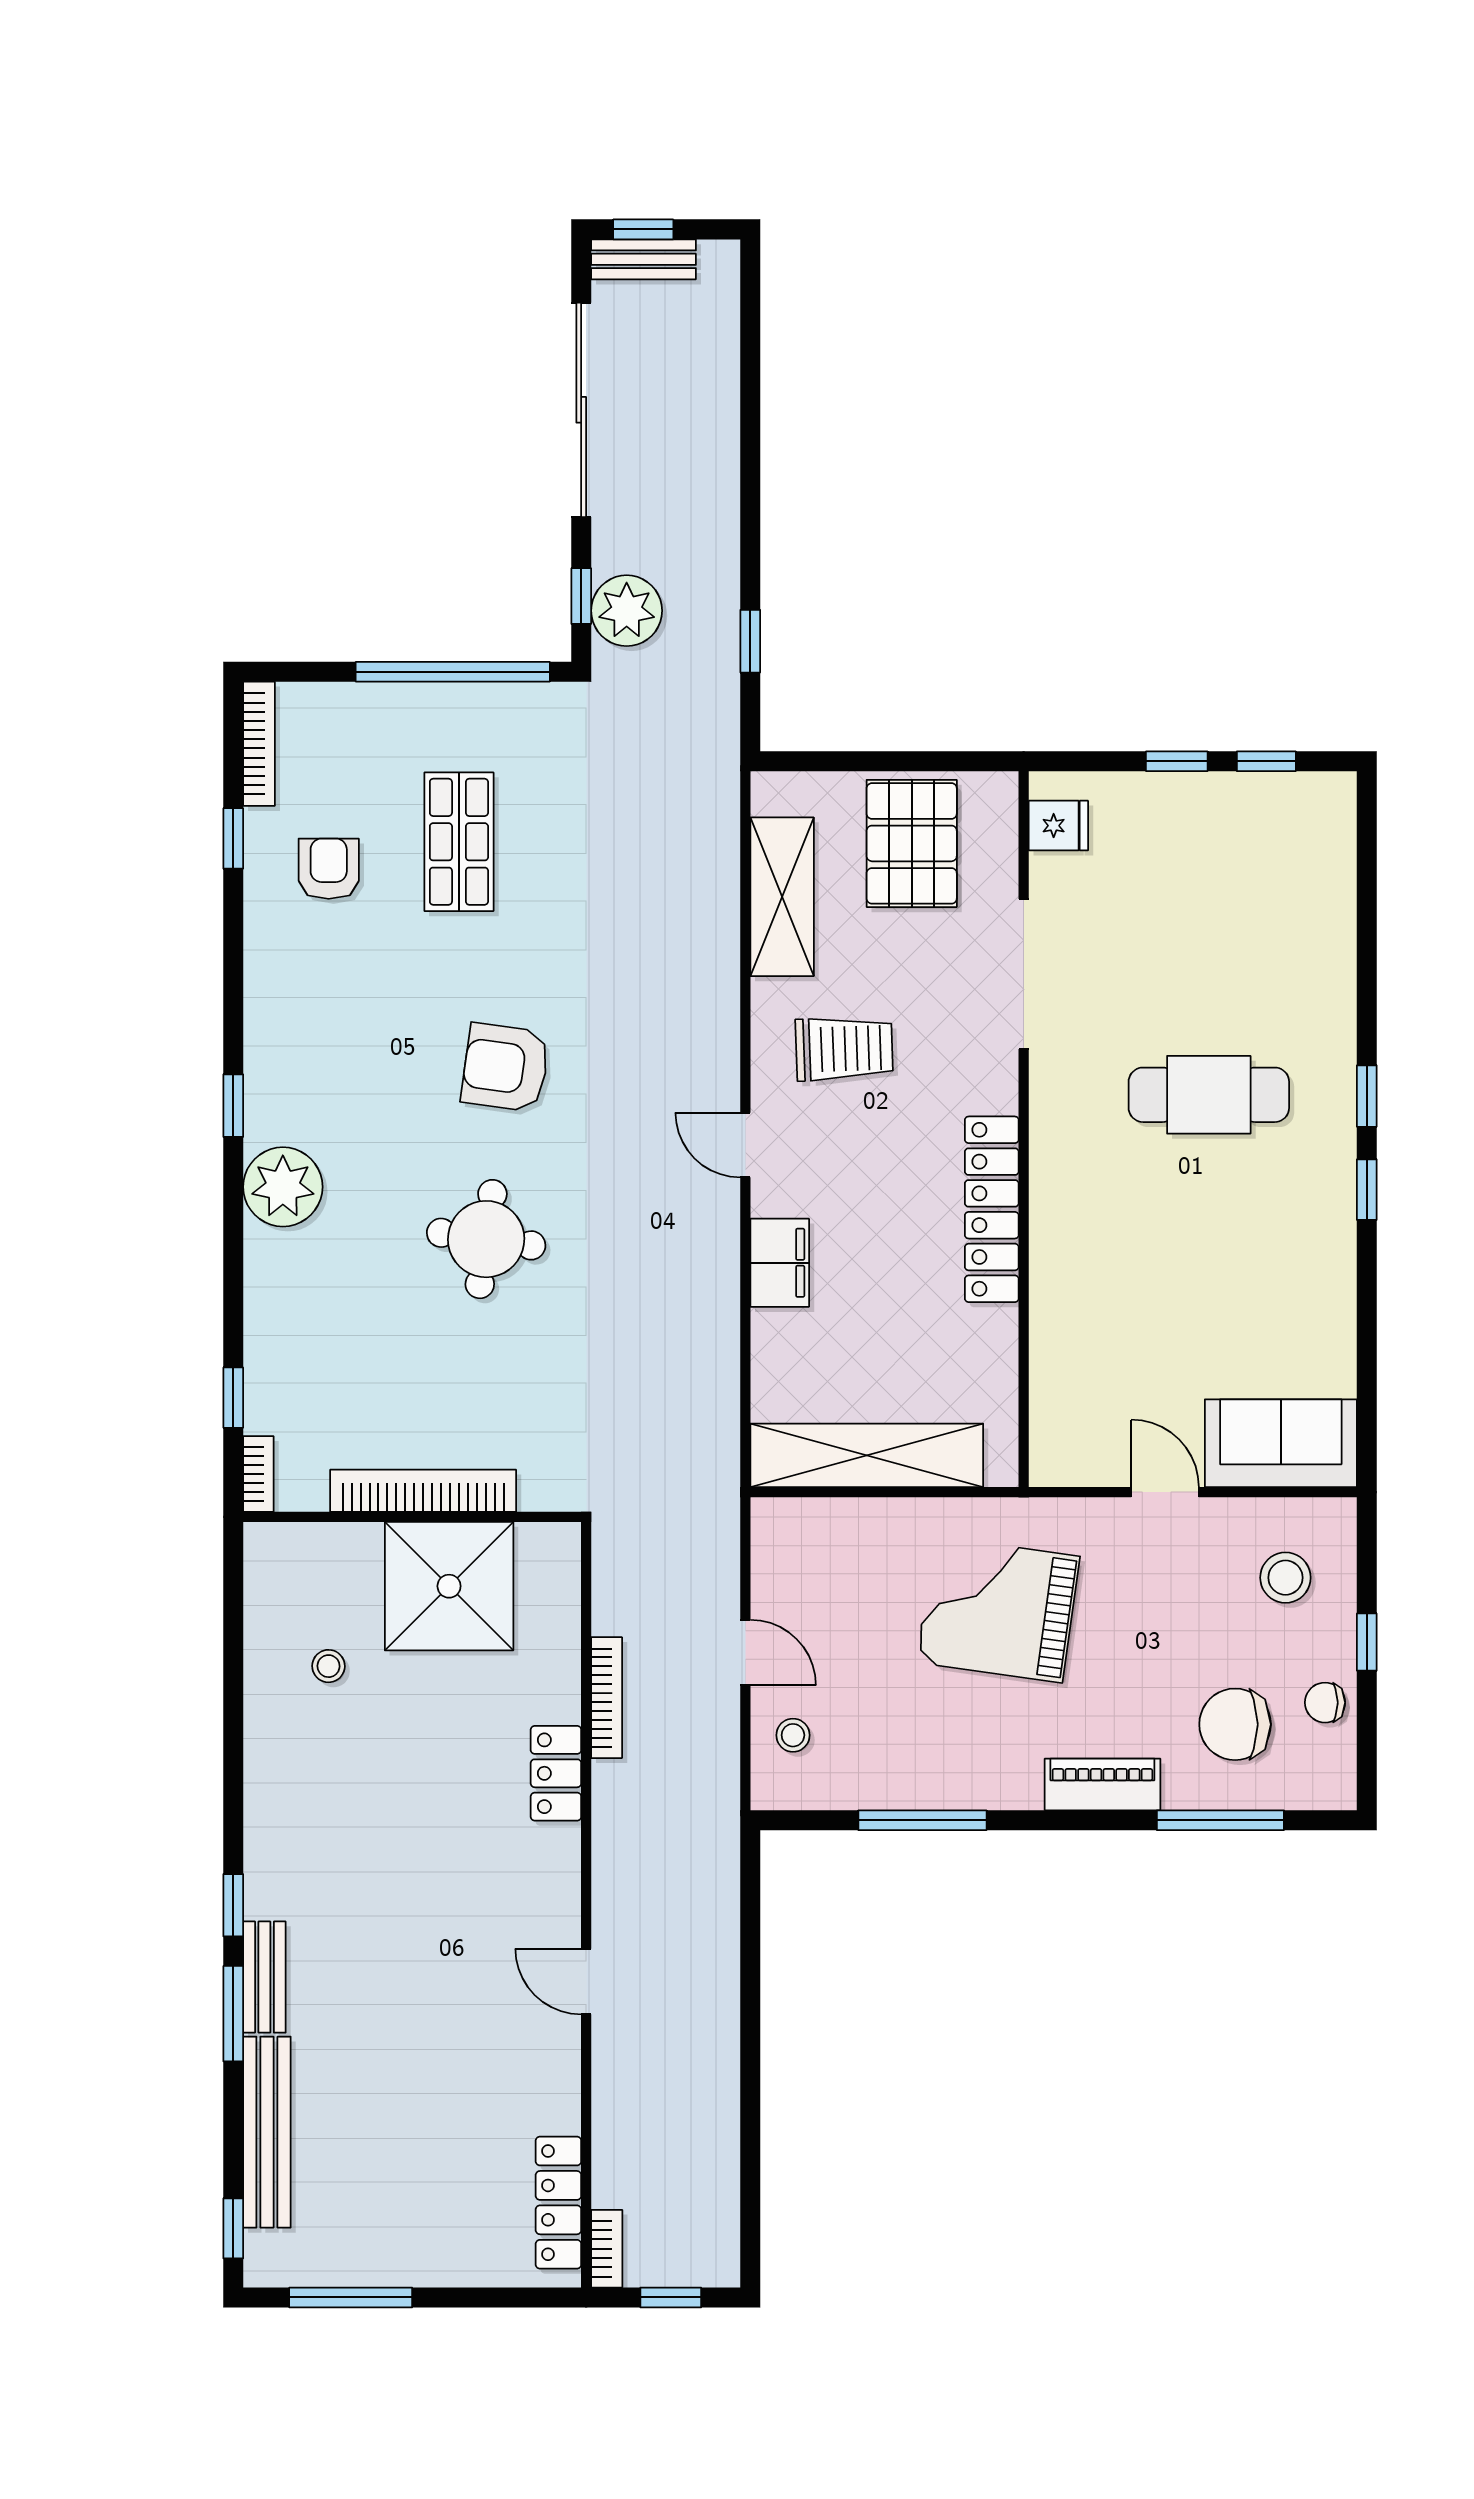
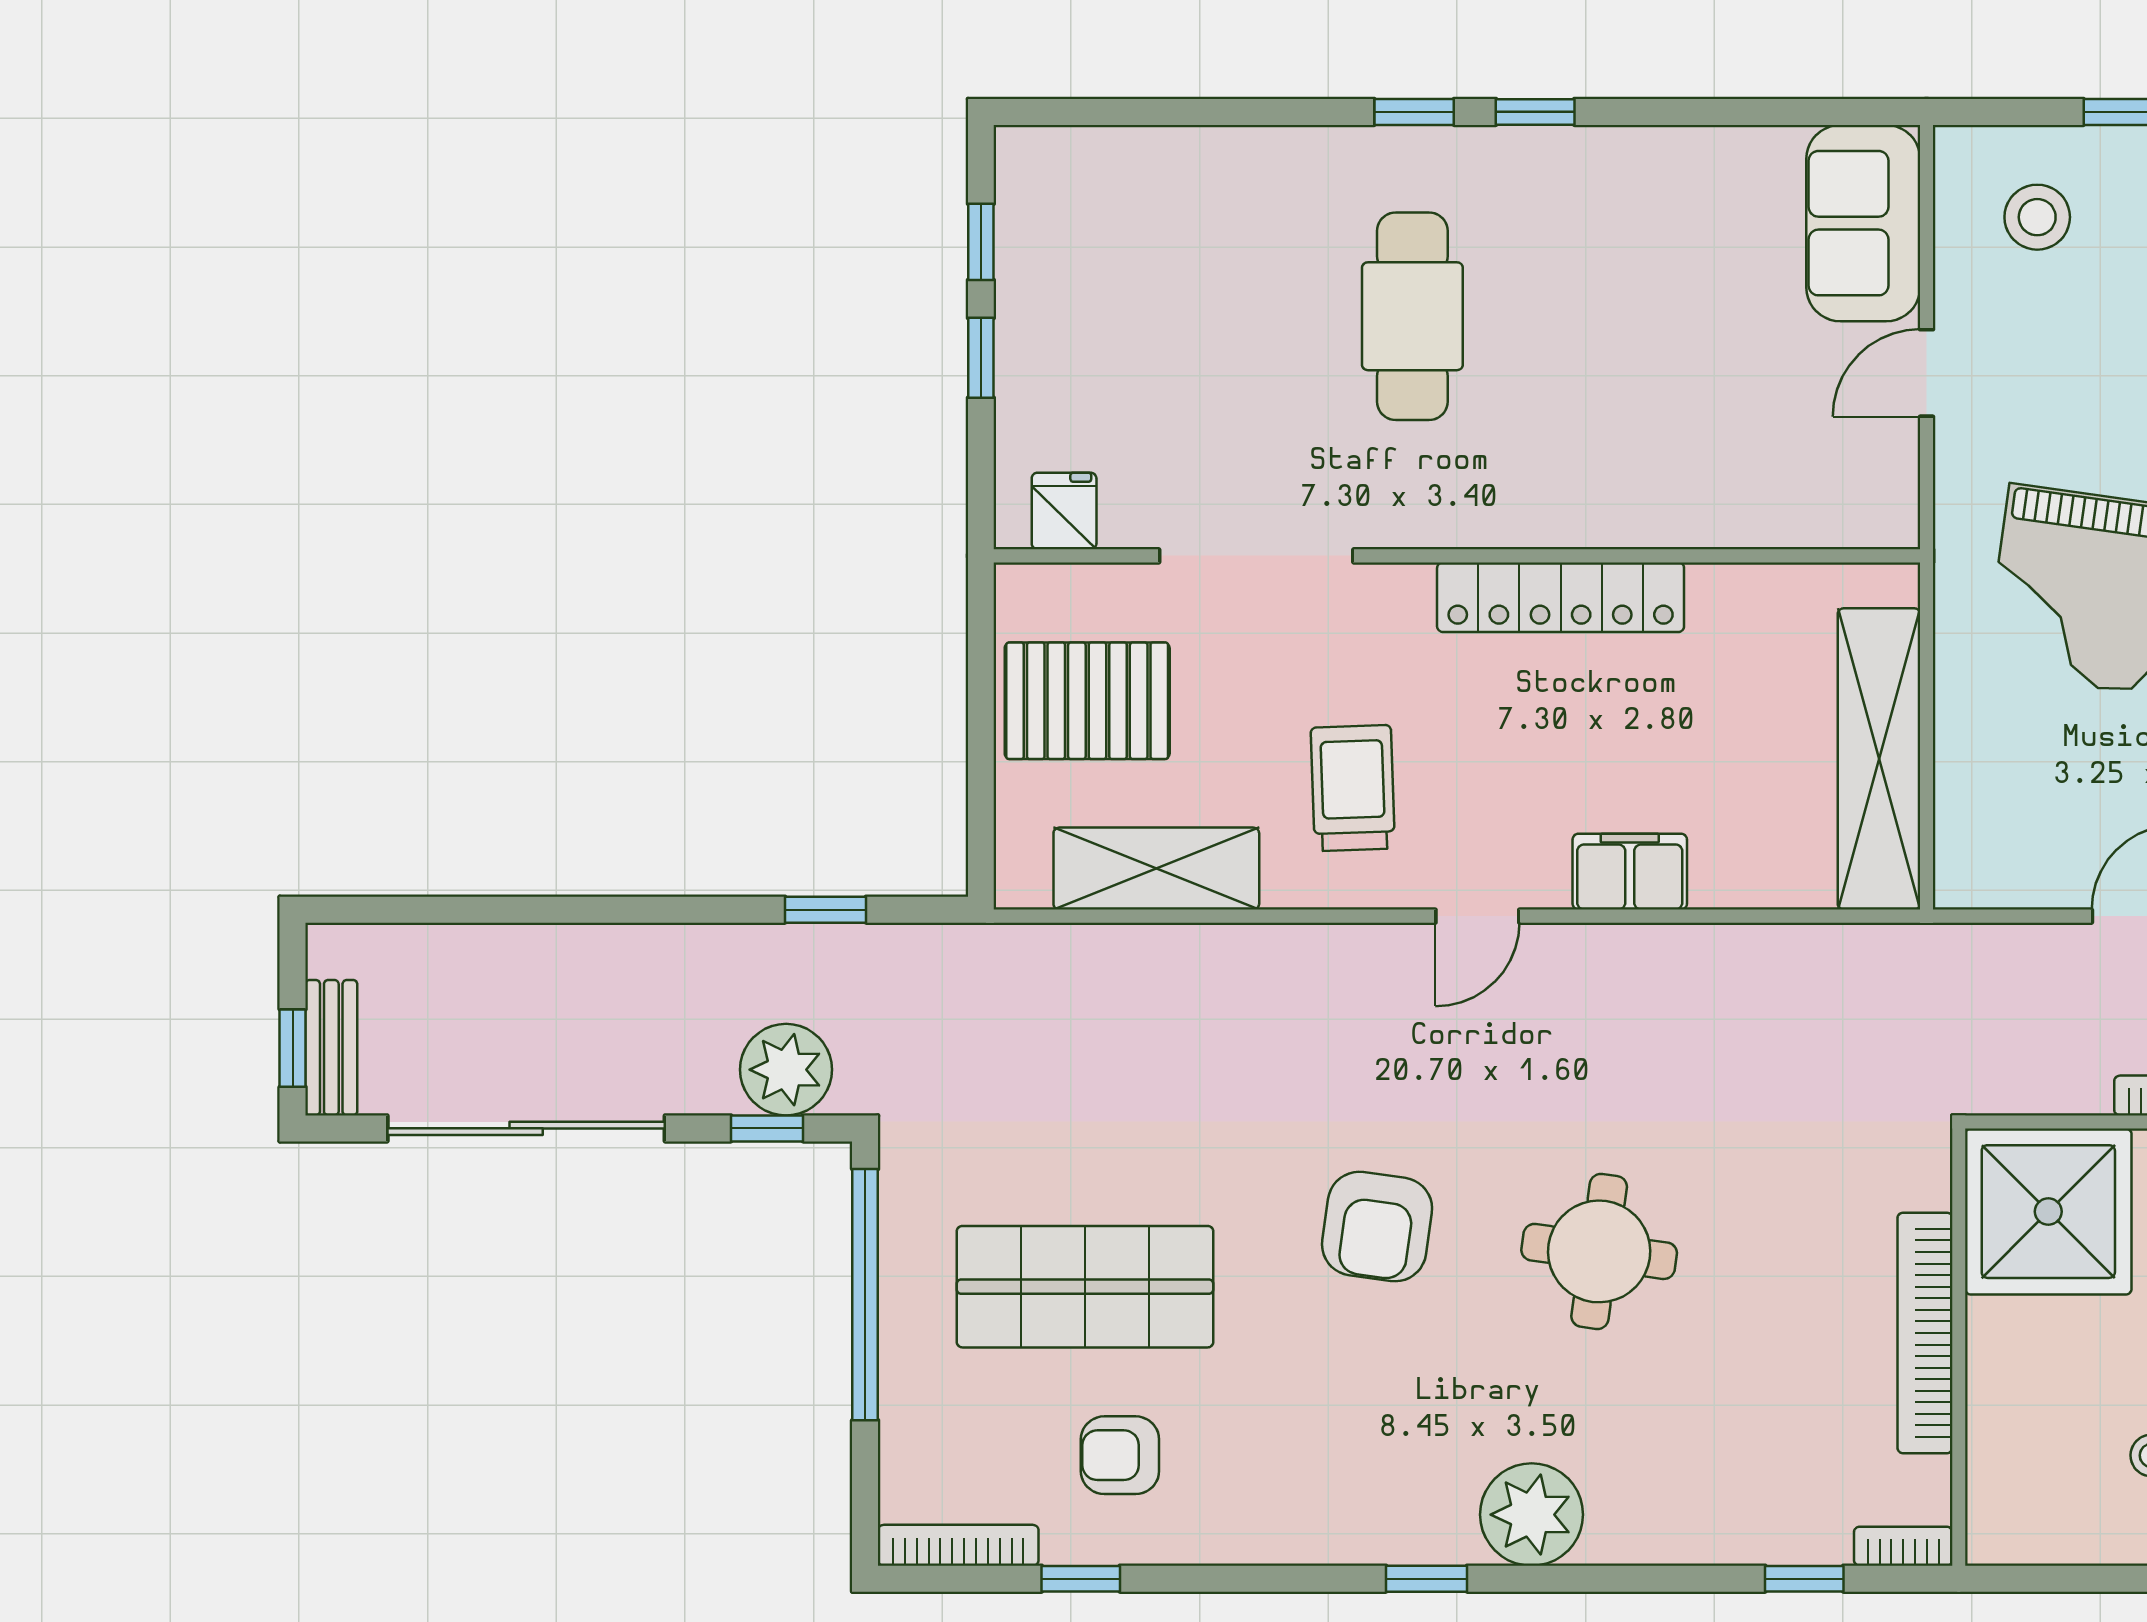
shop shelf: (459, 842) -> (1085, 1287), width x1.43, depth x1.36
shower: (449, 1586) -> (2048, 1212), moved

